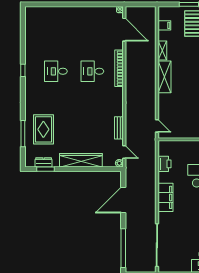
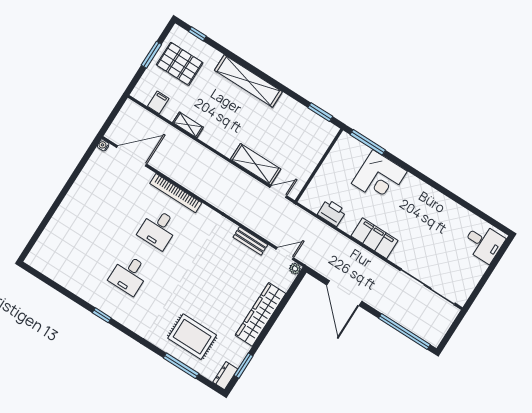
shelving: (164, 77) -> (256, 164), moved
dresser: (44, 162) -> (225, 376), moved

